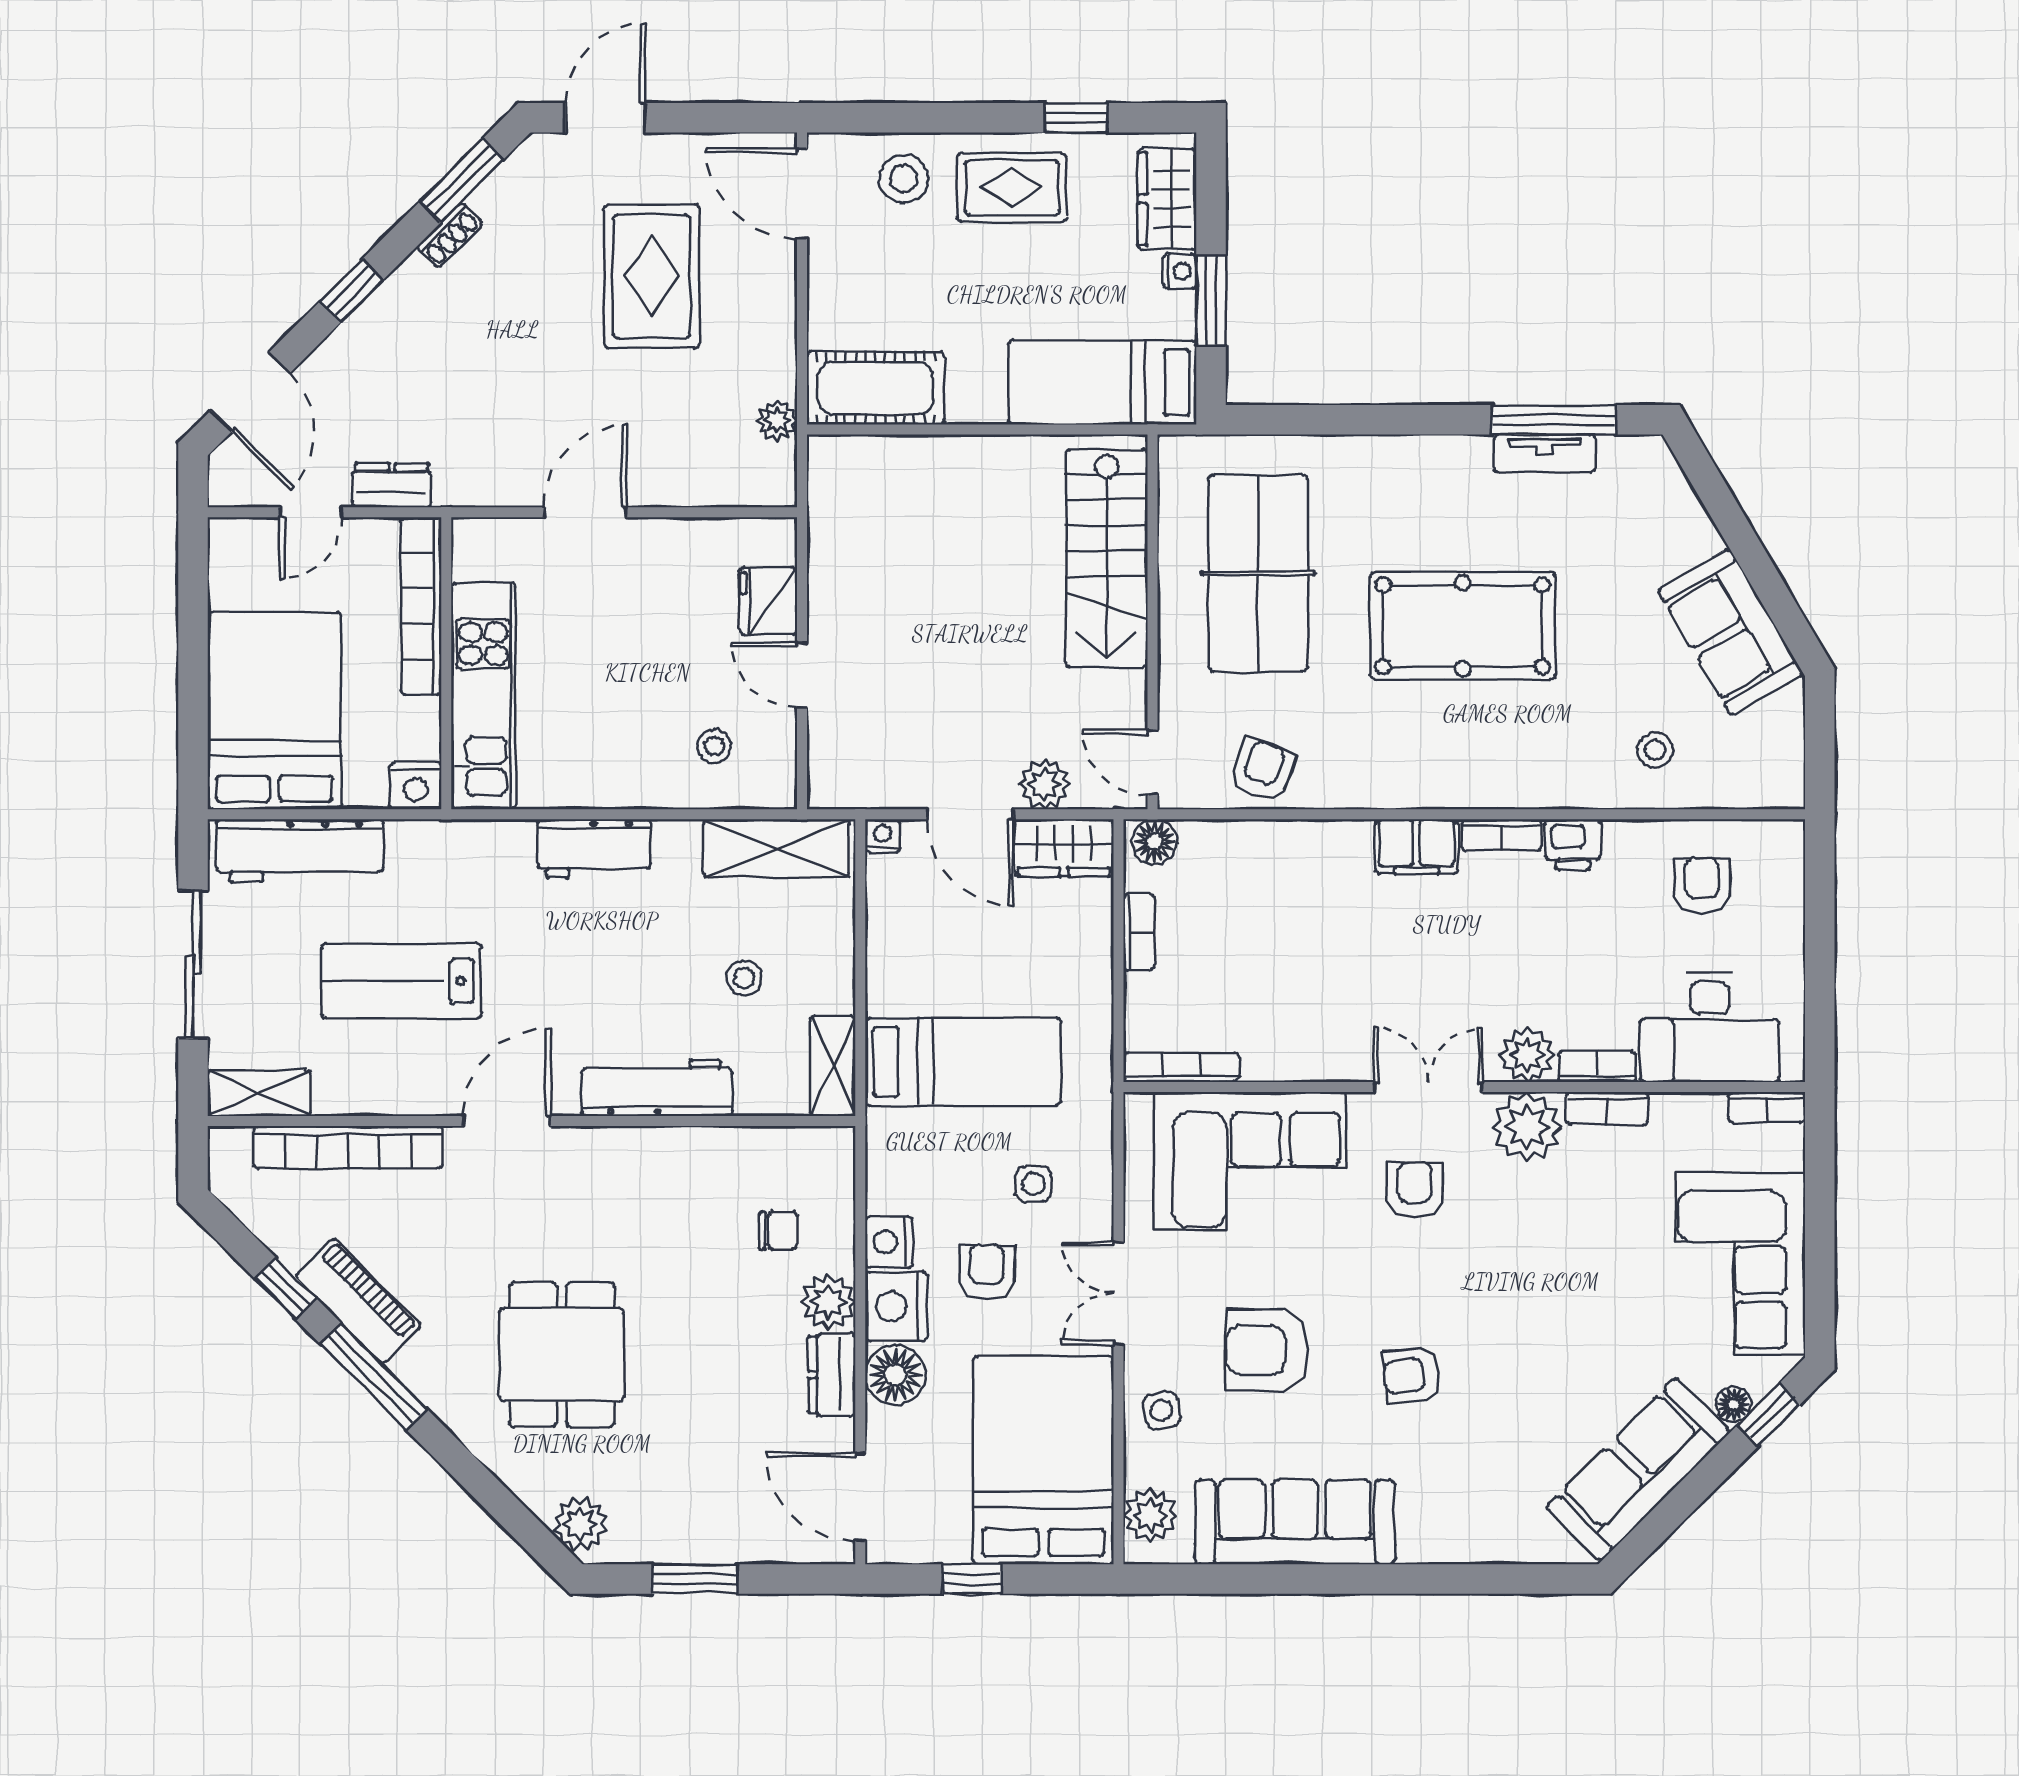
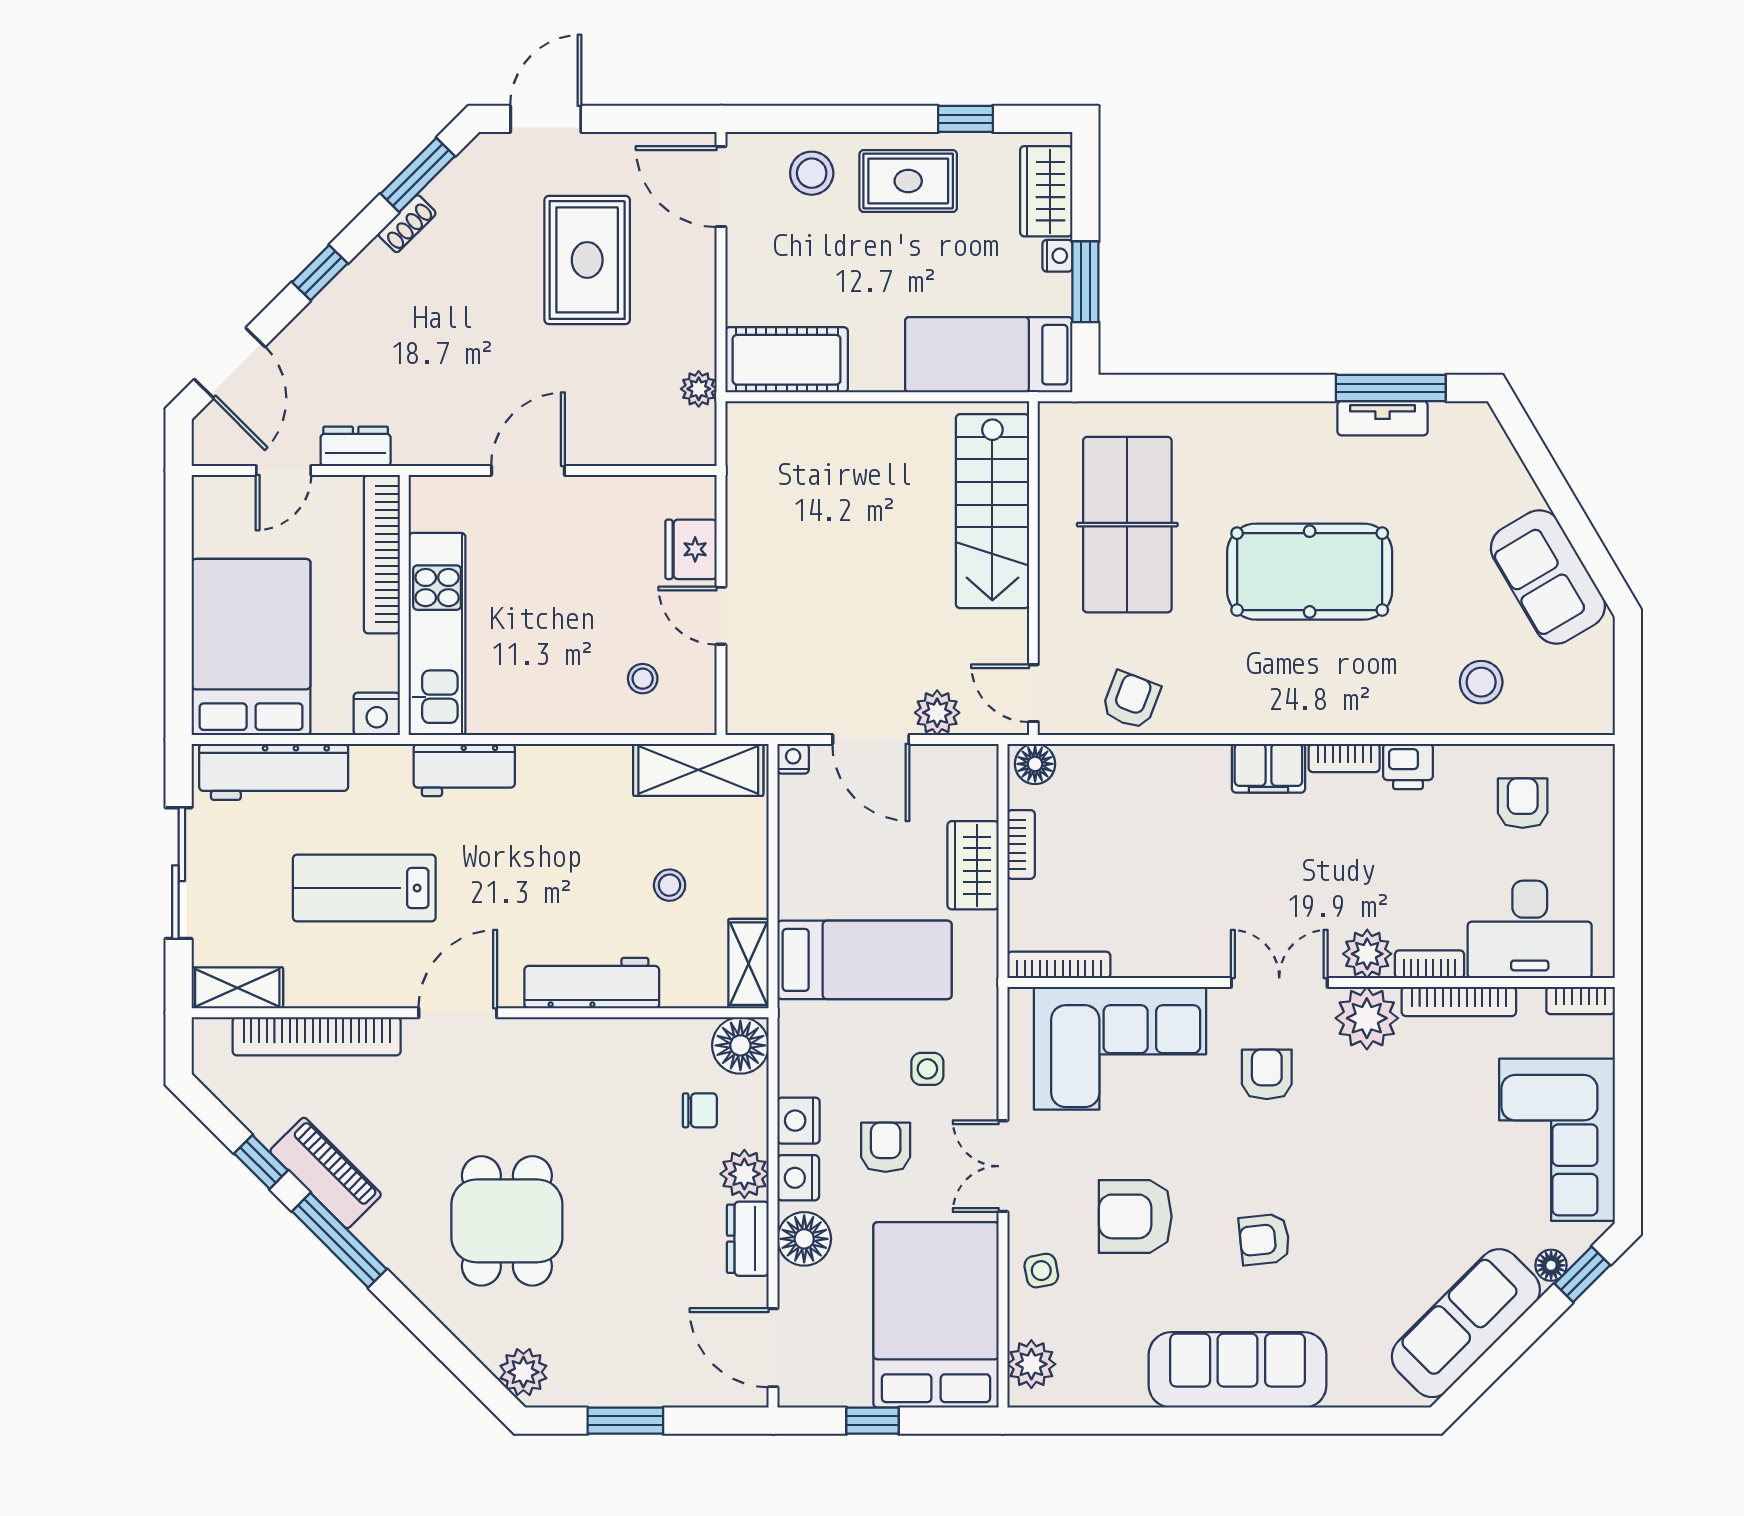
stool: (1655, 750) -> (1481, 682), width x1.37, depth x1.37
workbench: (594, 848) -> (464, 770), moved
wardrobe: (1064, 848) -> (973, 865), moved, turned 90
bookcase: (1607, 1108) -> (1459, 1001), width x1.56
floor lamp: (824, 1158) -> (740, 1045), added
nightstand: (896, 1306) -> (798, 1178), width x0.74, depth x0.75
sofa: (1295, 1522) -> (1238, 1370), moved

